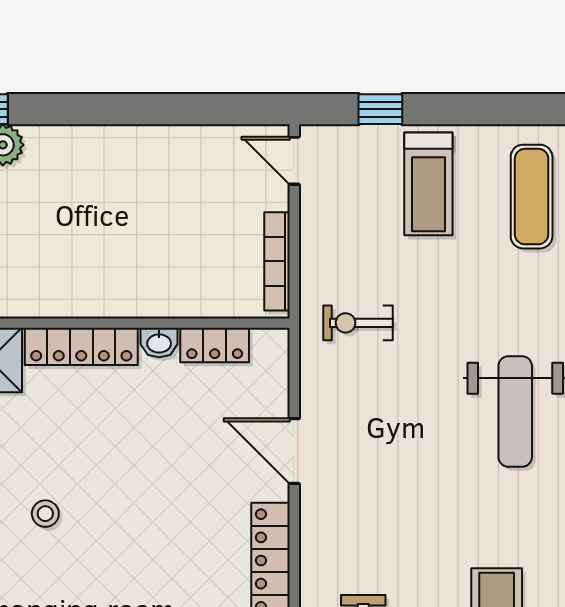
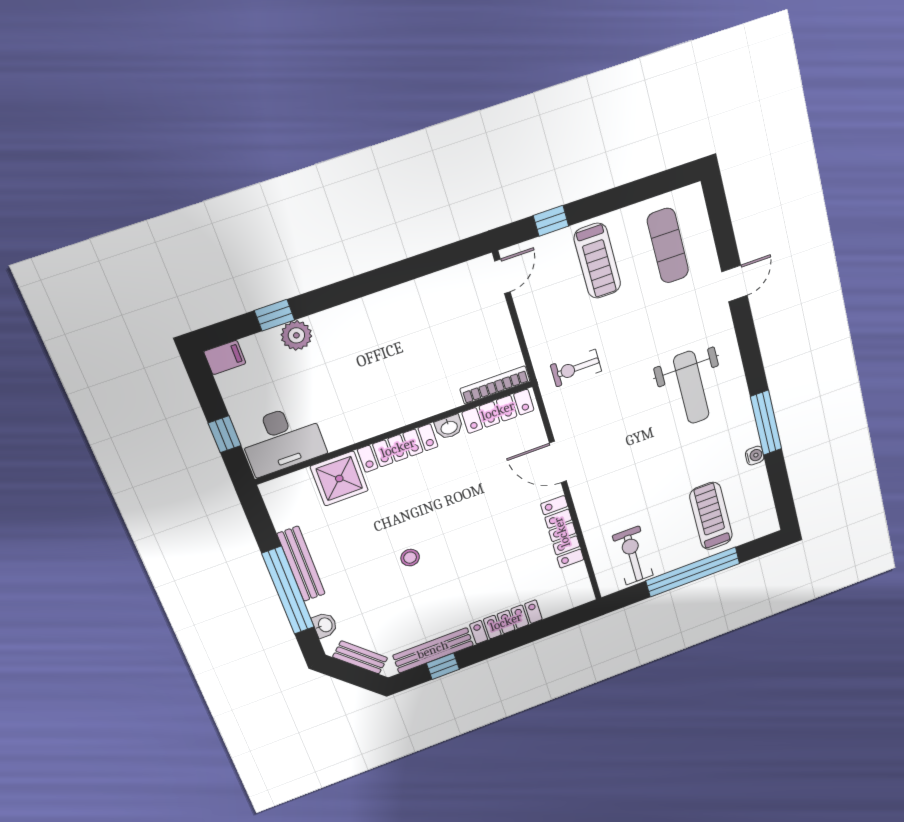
door: (294, 161) -> (502, 276), swing flipped
bookcase: (277, 261) -> (495, 385), moved, turned 90
locker: (215, 345) -> (498, 411), width x1.53

